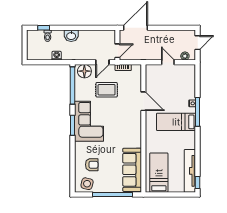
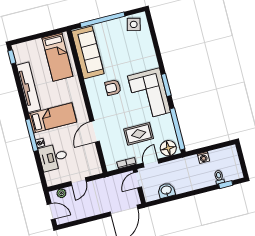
washbasin: (71, 36) -> (166, 190), moved
door: (198, 43) -> (51, 212), swing flipped
door: (168, 62) -> (78, 182), hinge flipped
desk: (184, 88) -> (53, 157), added
door: (143, 101) -> (95, 131), hinge flipped
armchair: (92, 165) -> (113, 88), moved
tv unit: (190, 171) -> (28, 87), moved

